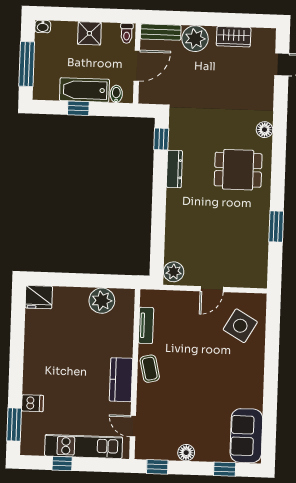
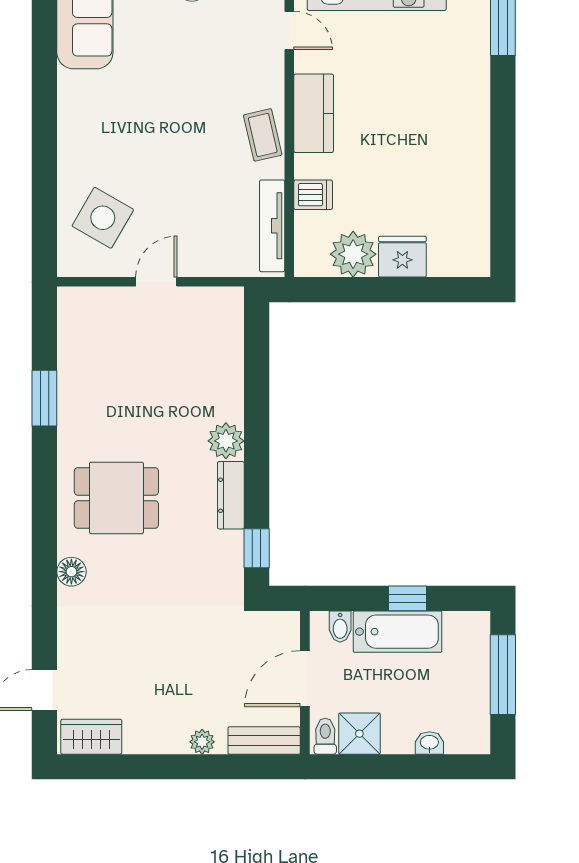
washbasin: (43, 27) -> (429, 743), moved
shower: (89, 33) -> (359, 734), moved
wardrobe: (234, 37) -> (91, 737), moved
plant: (195, 39) -> (202, 742), width x0.53, depth x0.53
plant: (174, 272) -> (226, 441), moved
fridge: (39, 297) -> (402, 257), moved
tv unit: (146, 325) -> (272, 226), width x1.41
dishwasher: (32, 403) -> (313, 195), moved, turned 180

